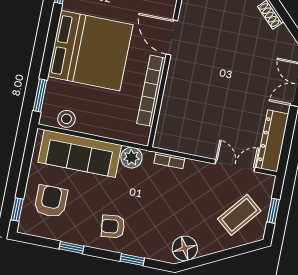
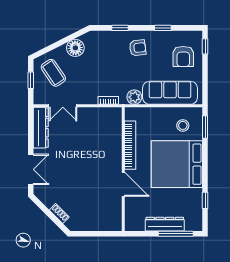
stool: (66, 119) -> (183, 125), moved
coffee table: (239, 215) -> (53, 73), turned -73
floor lamp: (185, 248) -> (75, 48), moved

